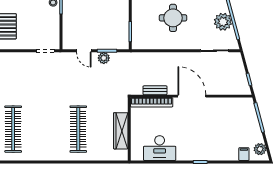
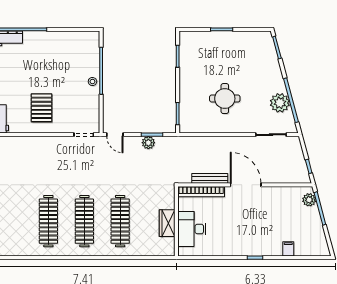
door: (84, 51) -> (115, 135), moved
bench: (155, 90) -> (210, 178), width x1.36
clothes rail: (46, 129) -> (84, 221), added
wardrobe: (121, 131) -> (167, 223), width x0.67
desk: (160, 148) -> (192, 229), moved, turned 90
plant: (260, 149) -> (309, 200), moved
filing cabinet: (244, 154) -> (288, 249), moved

